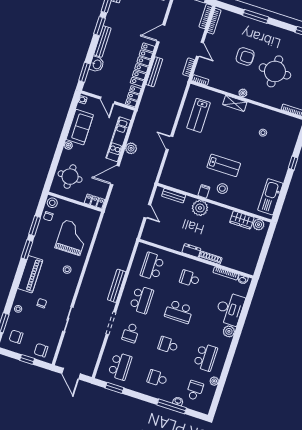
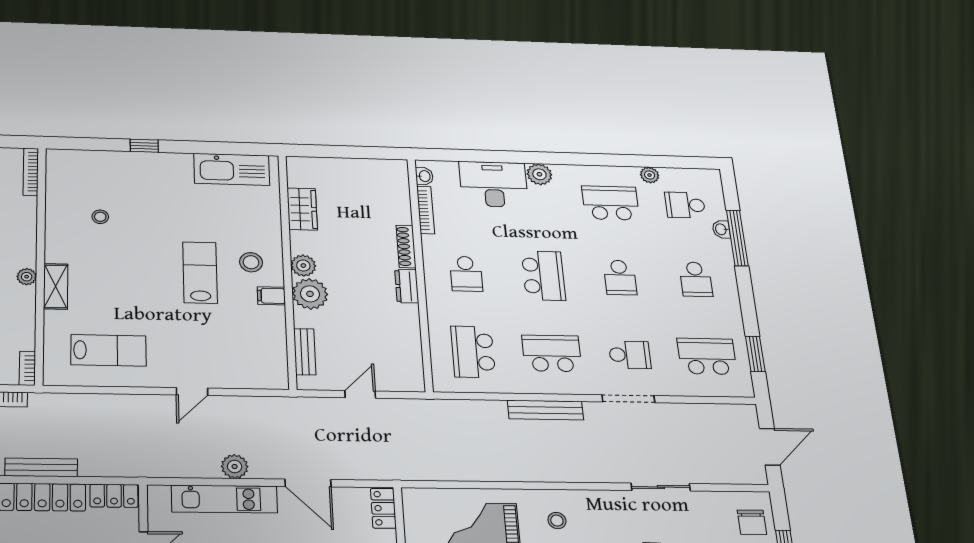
plant: (259, 225) -> (303, 266), moved
school desk: (152, 266) -> (473, 352), turned 90

